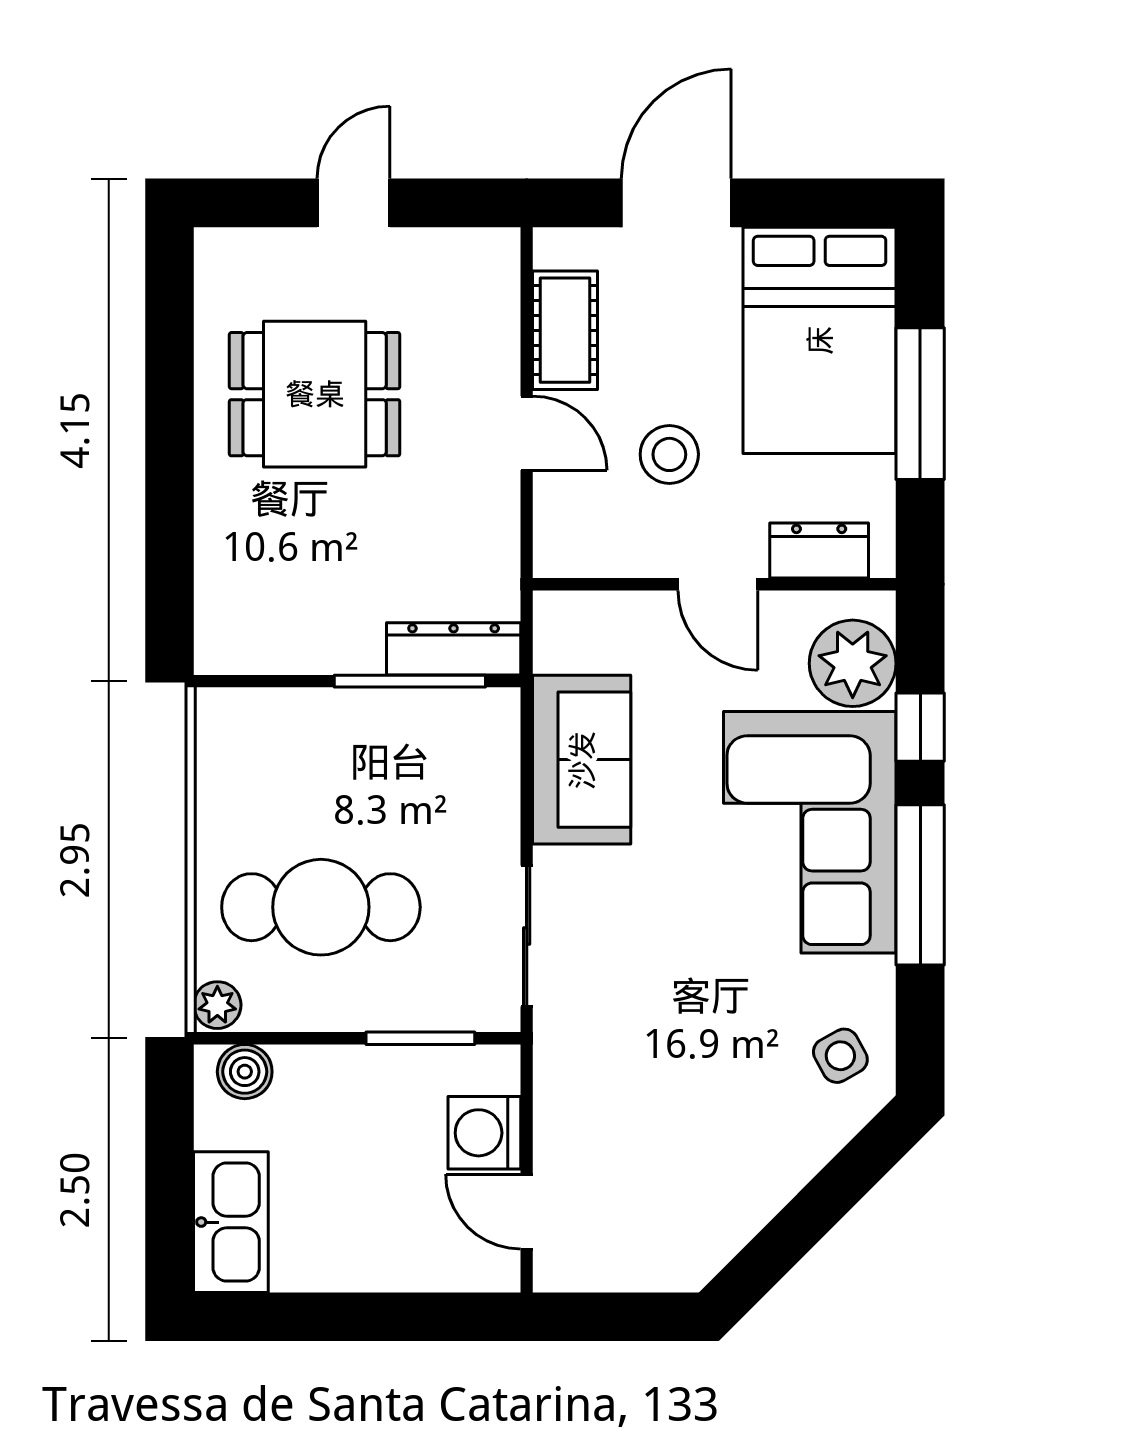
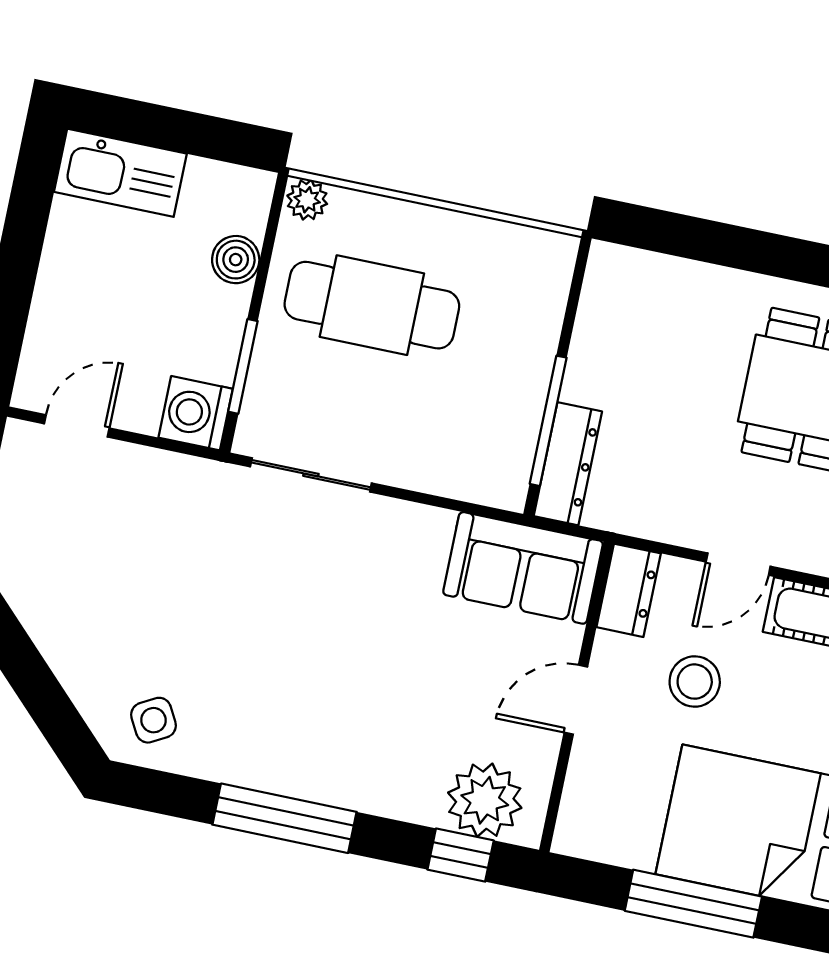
dresser: (819, 551) -> (629, 590), moved
window: (920, 727) -> (461, 855), moved
sofa: (582, 760) -> (523, 568), moved
corner sofa: (810, 832) -> (349, 734), removed
cafe table: (321, 907) -> (372, 305), turned 90
boiler: (245, 1072) -> (236, 260), moved
washing machine: (484, 1133) -> (196, 413), moved, turned -90

